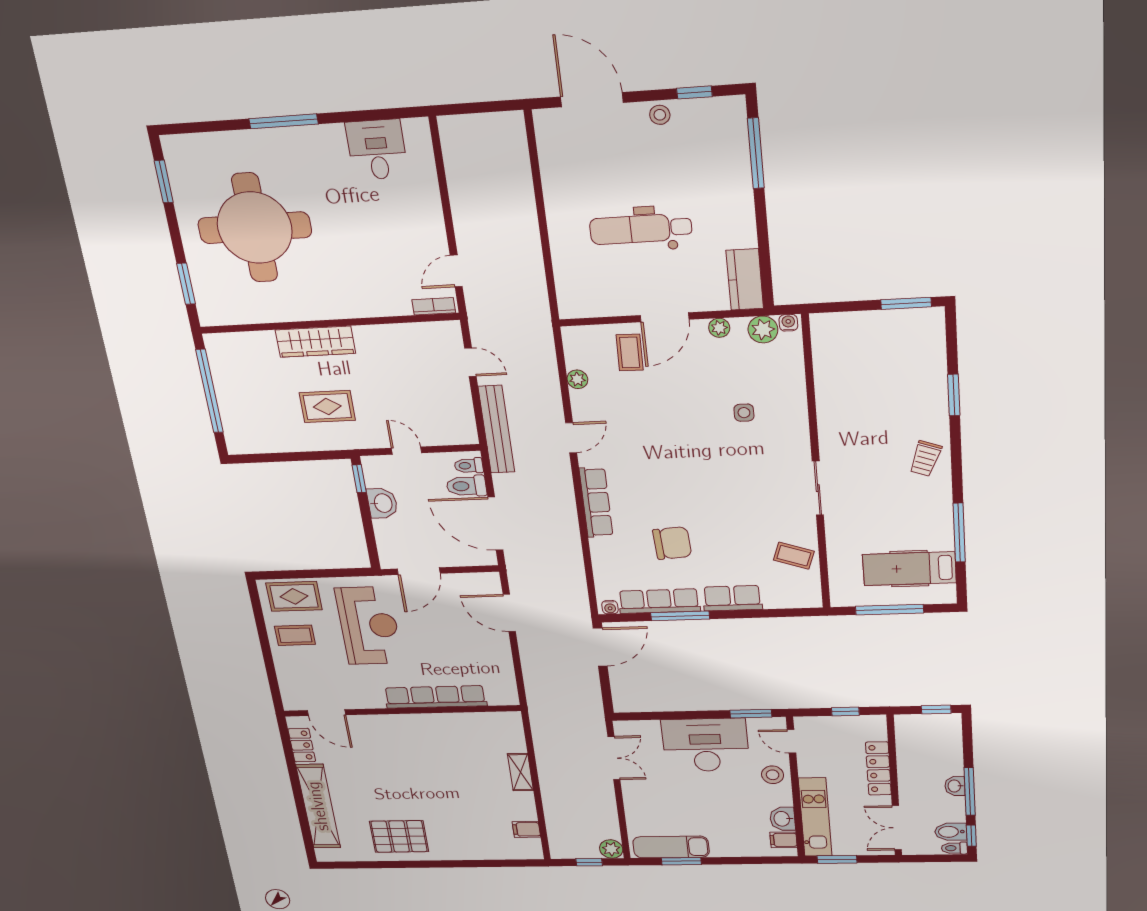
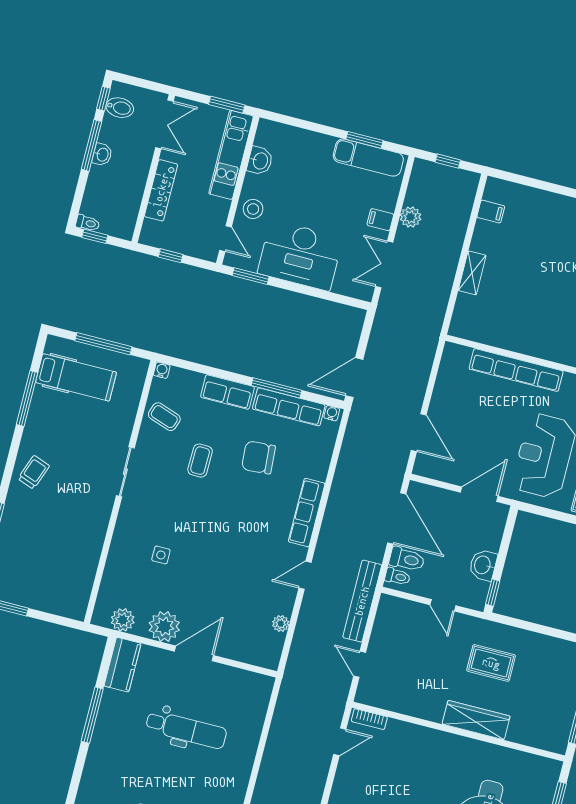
window: (756, 153) -> (92, 715), moved
water cooler: (788, 323) -> (162, 370), moved, turned 180
plant: (719, 328) -> (164, 626), width x1.87, depth x1.87
coffee table: (630, 352) -> (200, 461), moved
filing cabinet: (784, 840) -> (380, 220), moved, turned 180
toilet: (954, 848) -> (88, 223), moved
plant: (611, 849) -> (411, 217), moved

